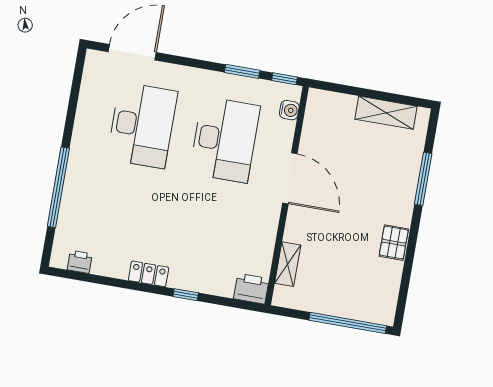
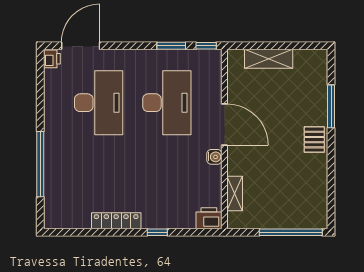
water cooler: (289, 110) -> (214, 157), moved
shelving: (386, 113) -> (269, 59), moved
pallet: (394, 243) -> (314, 140), moved
printer: (80, 262) -> (52, 59), moved, turned 90
locker: (149, 274) -> (116, 221), width x1.53

